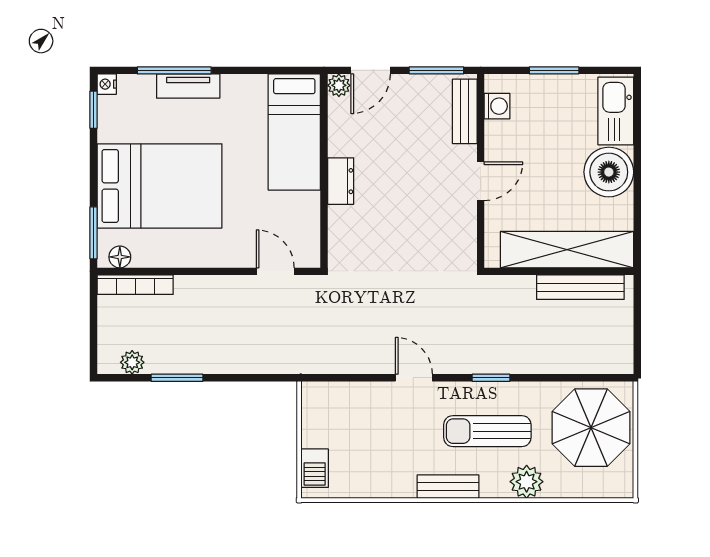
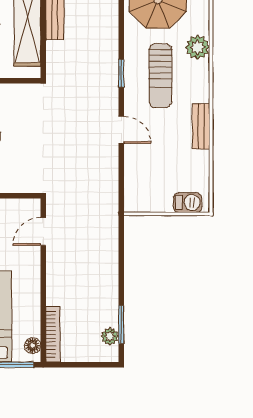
window: (177, 378) -> (121, 325), moved
door: (414, 378) -> (121, 130), swing flipped
bench: (448, 487) -> (201, 127), moved

